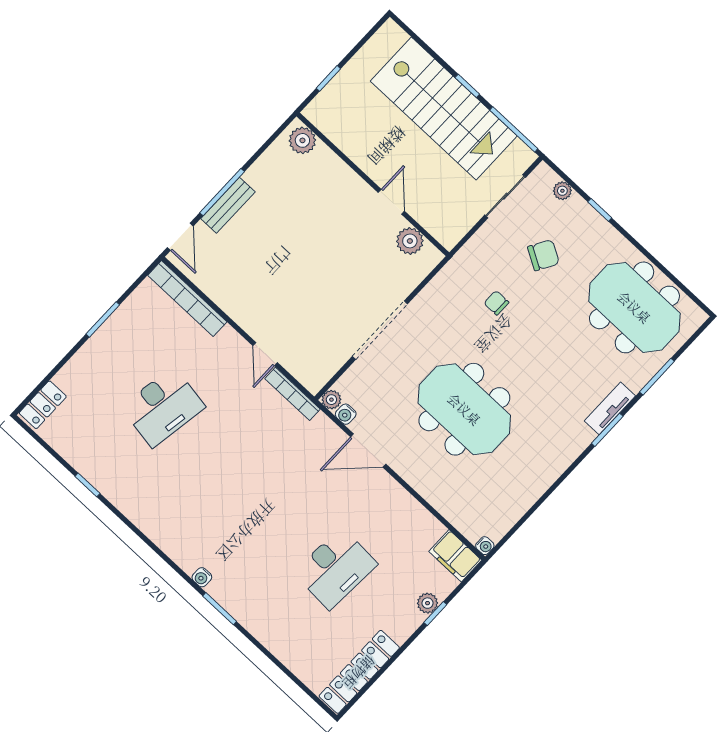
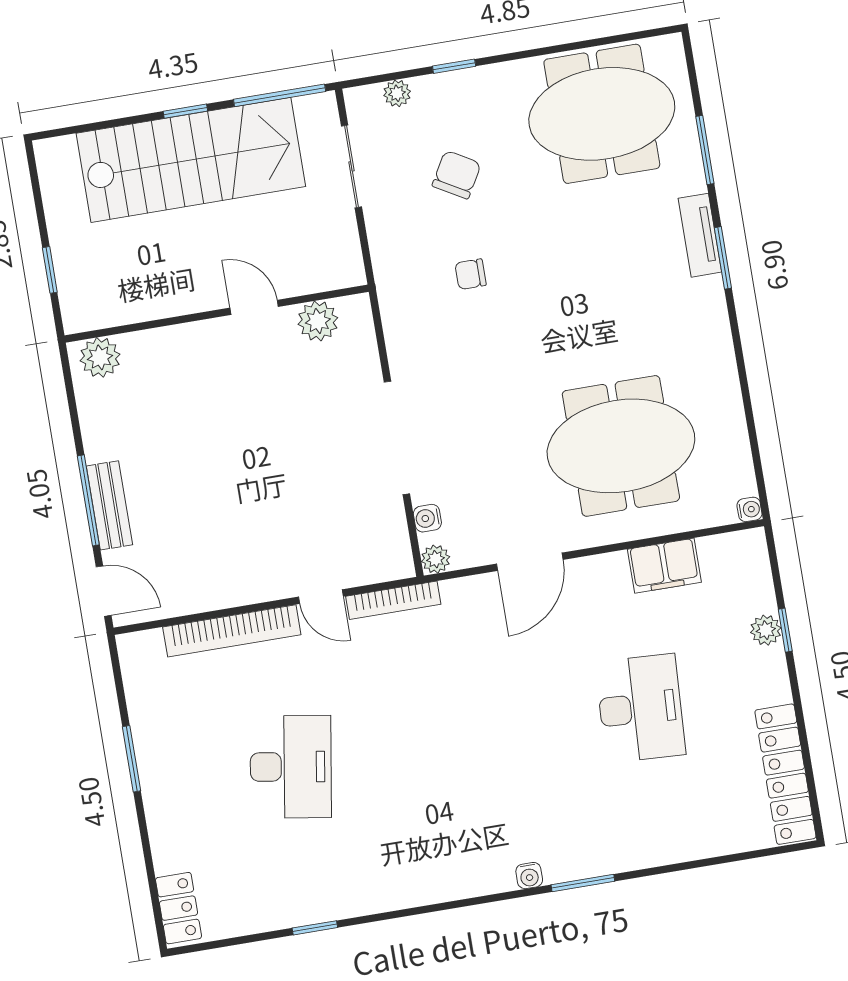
bookcase: (187, 299) -> (232, 631), moved
meeting table: (464, 409) -> (621, 446), moved
water cooler: (346, 414) -> (427, 518), moved, turned 90
filing cabinet: (455, 556) -> (664, 566), moved

